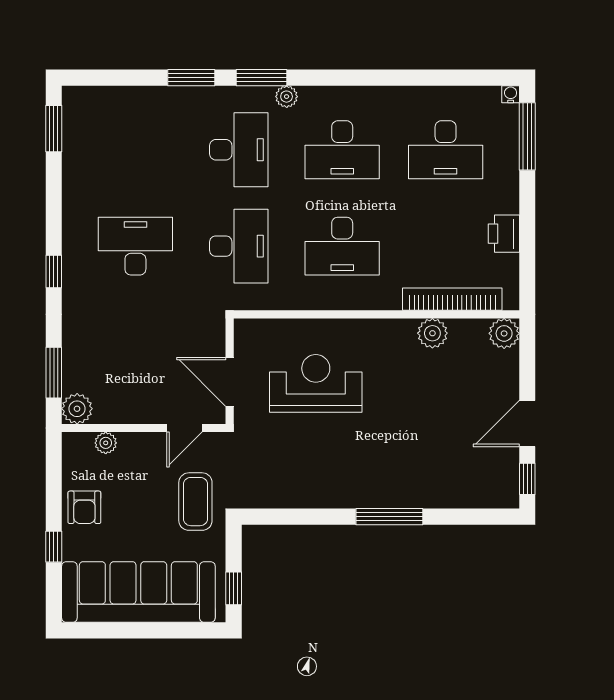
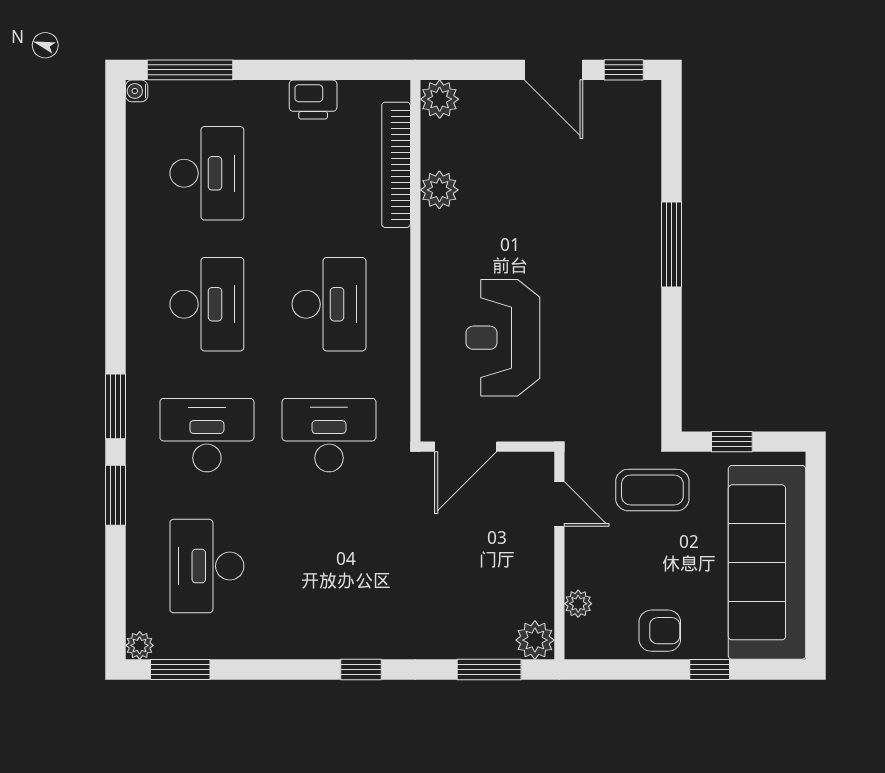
plant: (287, 97) -> (140, 645), moved
desk: (135, 246) -> (207, 566), moved
door: (230, 382) -> (466, 447), moved
window: (234, 588) -> (732, 442), moved

